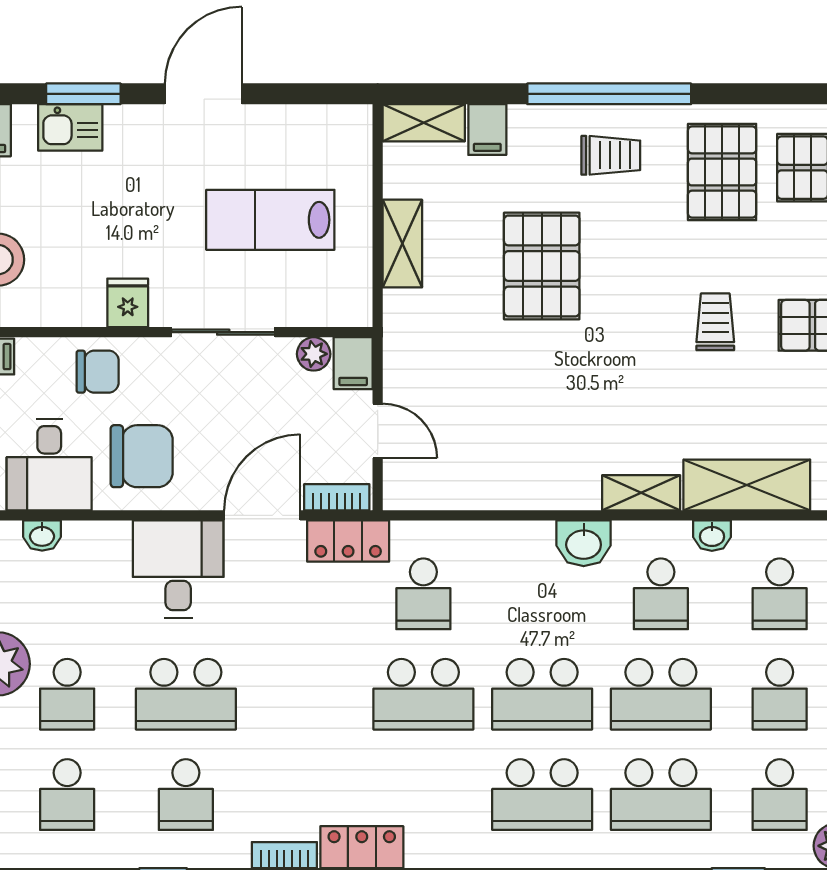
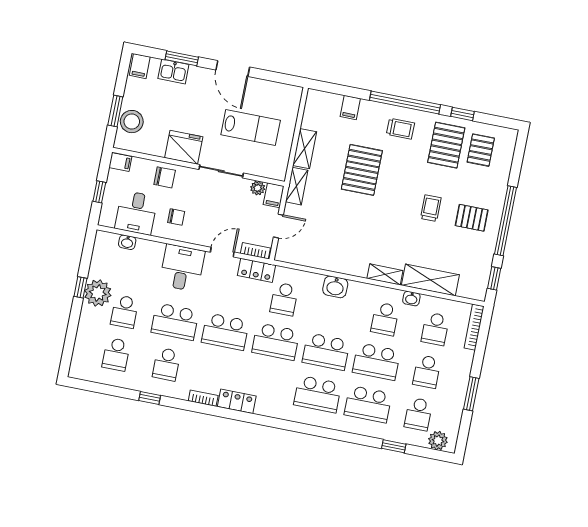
door: (203, 94) -> (233, 68), swing flipped
window: (745, 94) -> (462, 114), added
shelving: (424, 123) -> (297, 186), moved, turned 90
lab bench: (270, 220) -> (251, 128), turned 180
fridge: (128, 303) -> (184, 147), width x1.88, depth x1.34
door: (378, 431) -> (278, 226), hinge flipped
chair: (142, 456) -> (176, 217), width x0.54, depth x0.54
door: (262, 515) -> (222, 252), width x0.73
washbasin: (584, 543) -> (335, 287), moved
school desk: (305, 694) -> (225, 332), added

